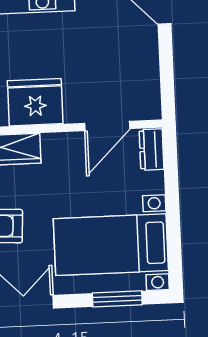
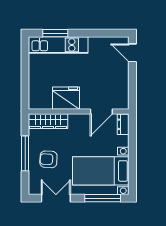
window: (117, 299) -> (103, 198), width x1.44

